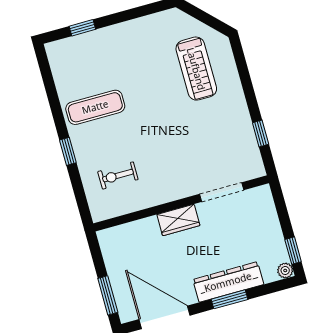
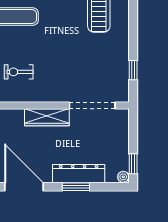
doorway: (222, 192) -> (92, 106), width x1.36
wardrobe: (178, 220) -> (47, 117), width x1.50

